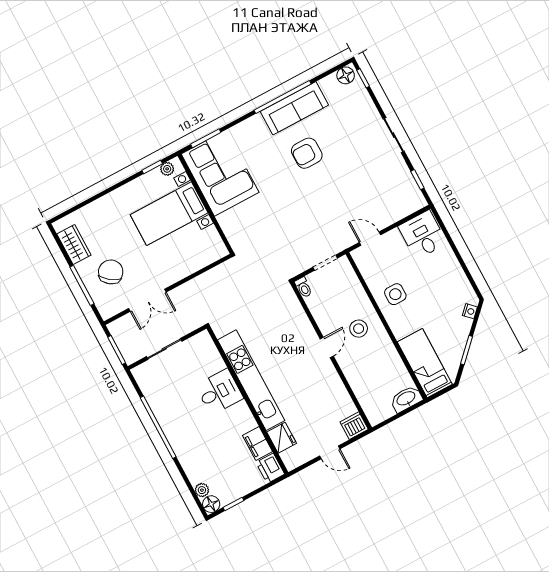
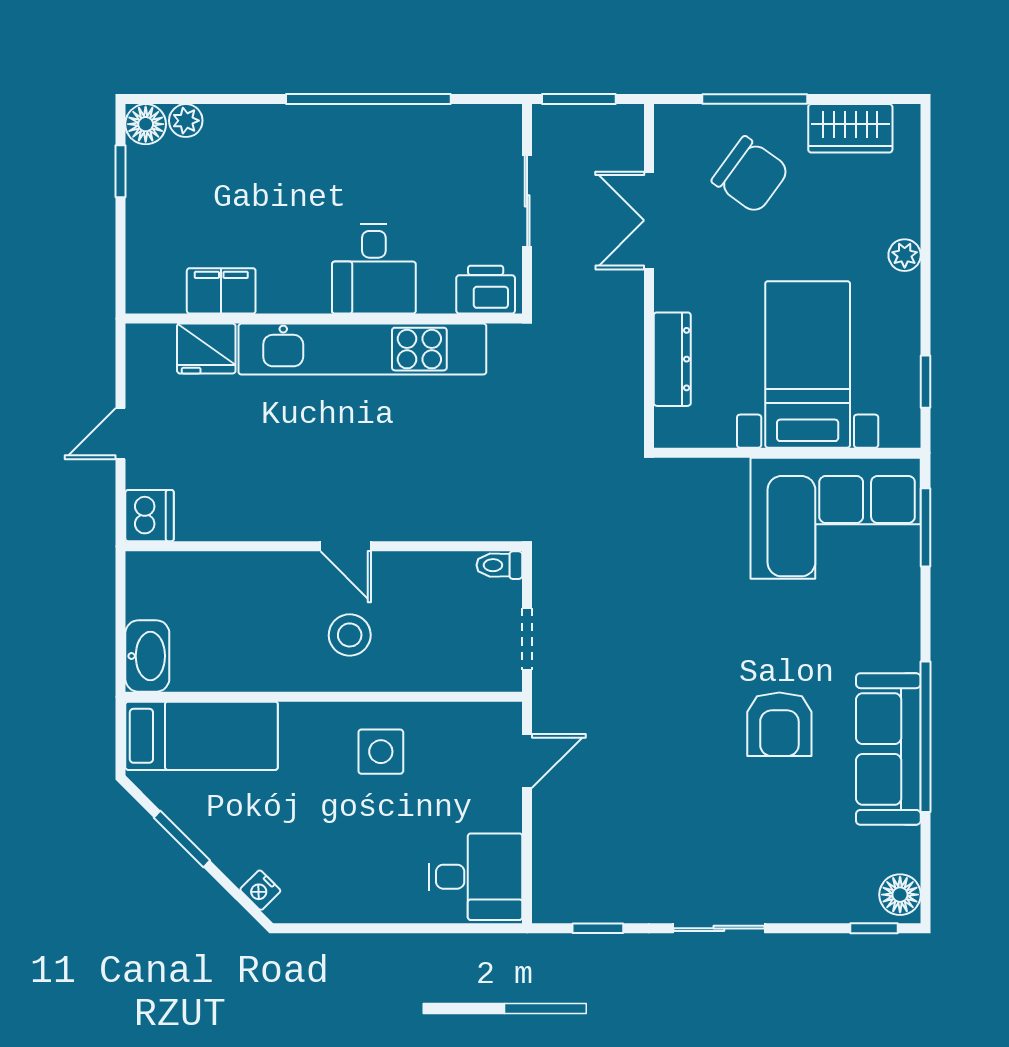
armchair: (307, 153) -> (779, 724), turned 180
plant: (167, 169) -> (905, 255), moved
dresser: (194, 264) -> (672, 359), added
printer: (270, 468) -> (486, 290), moved

